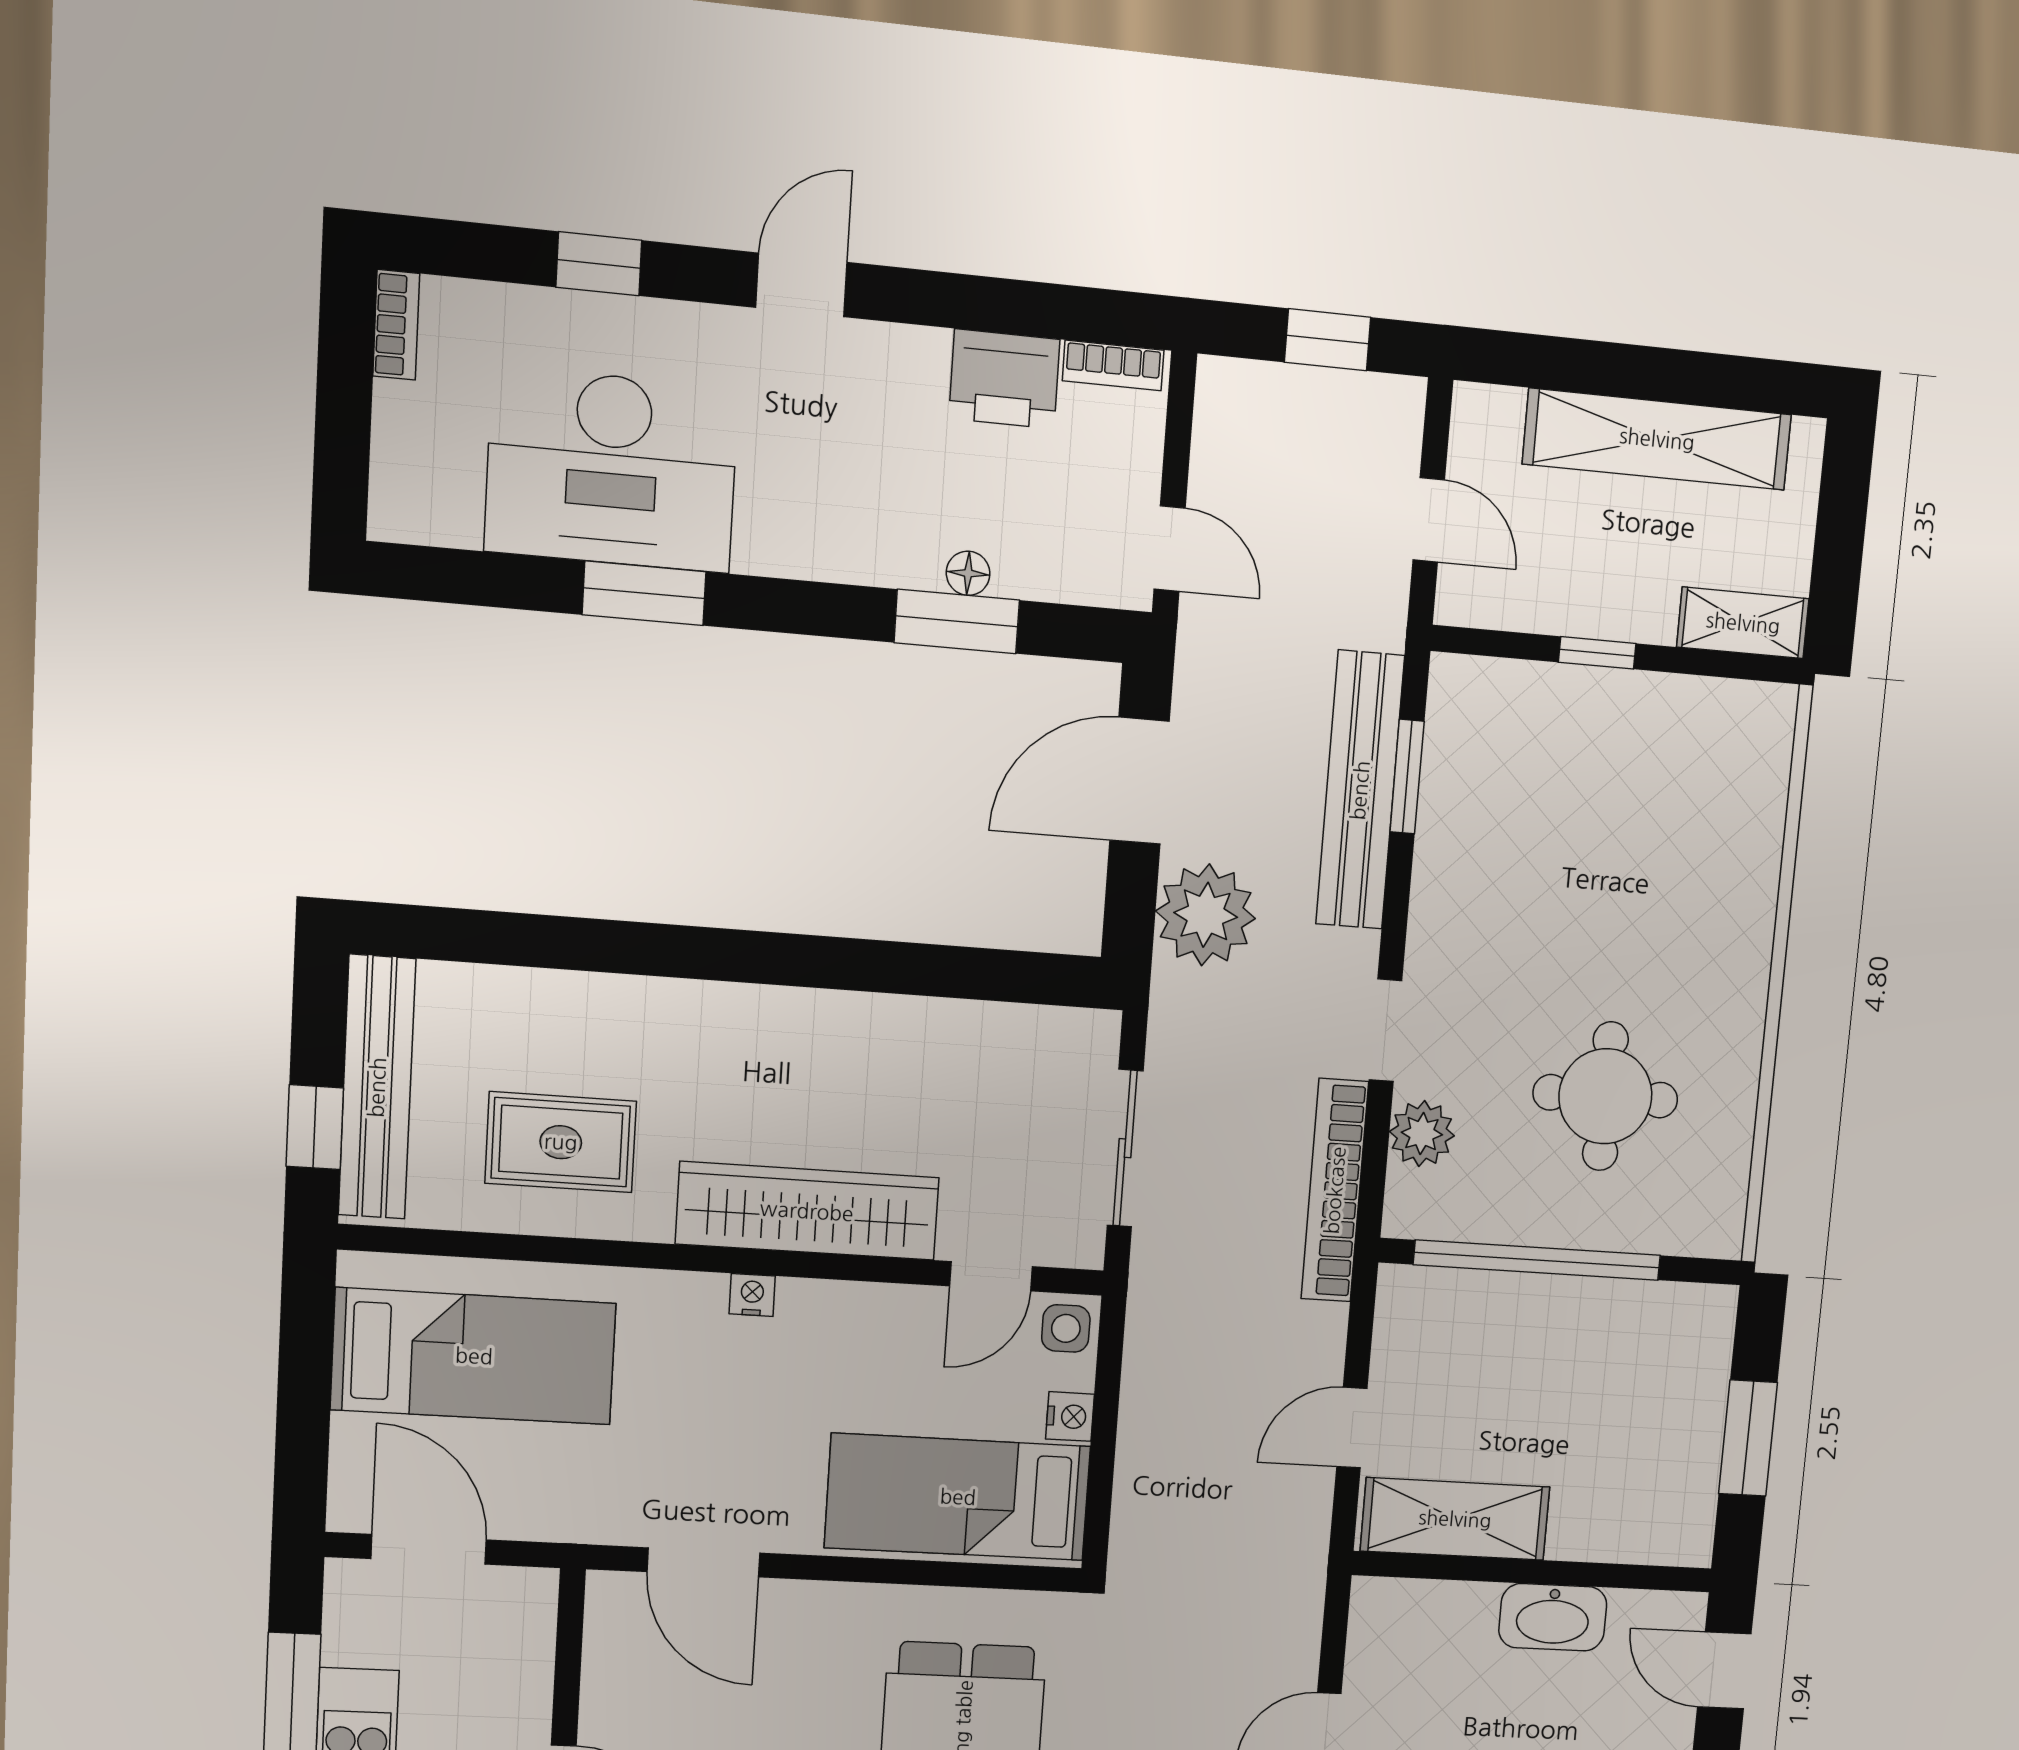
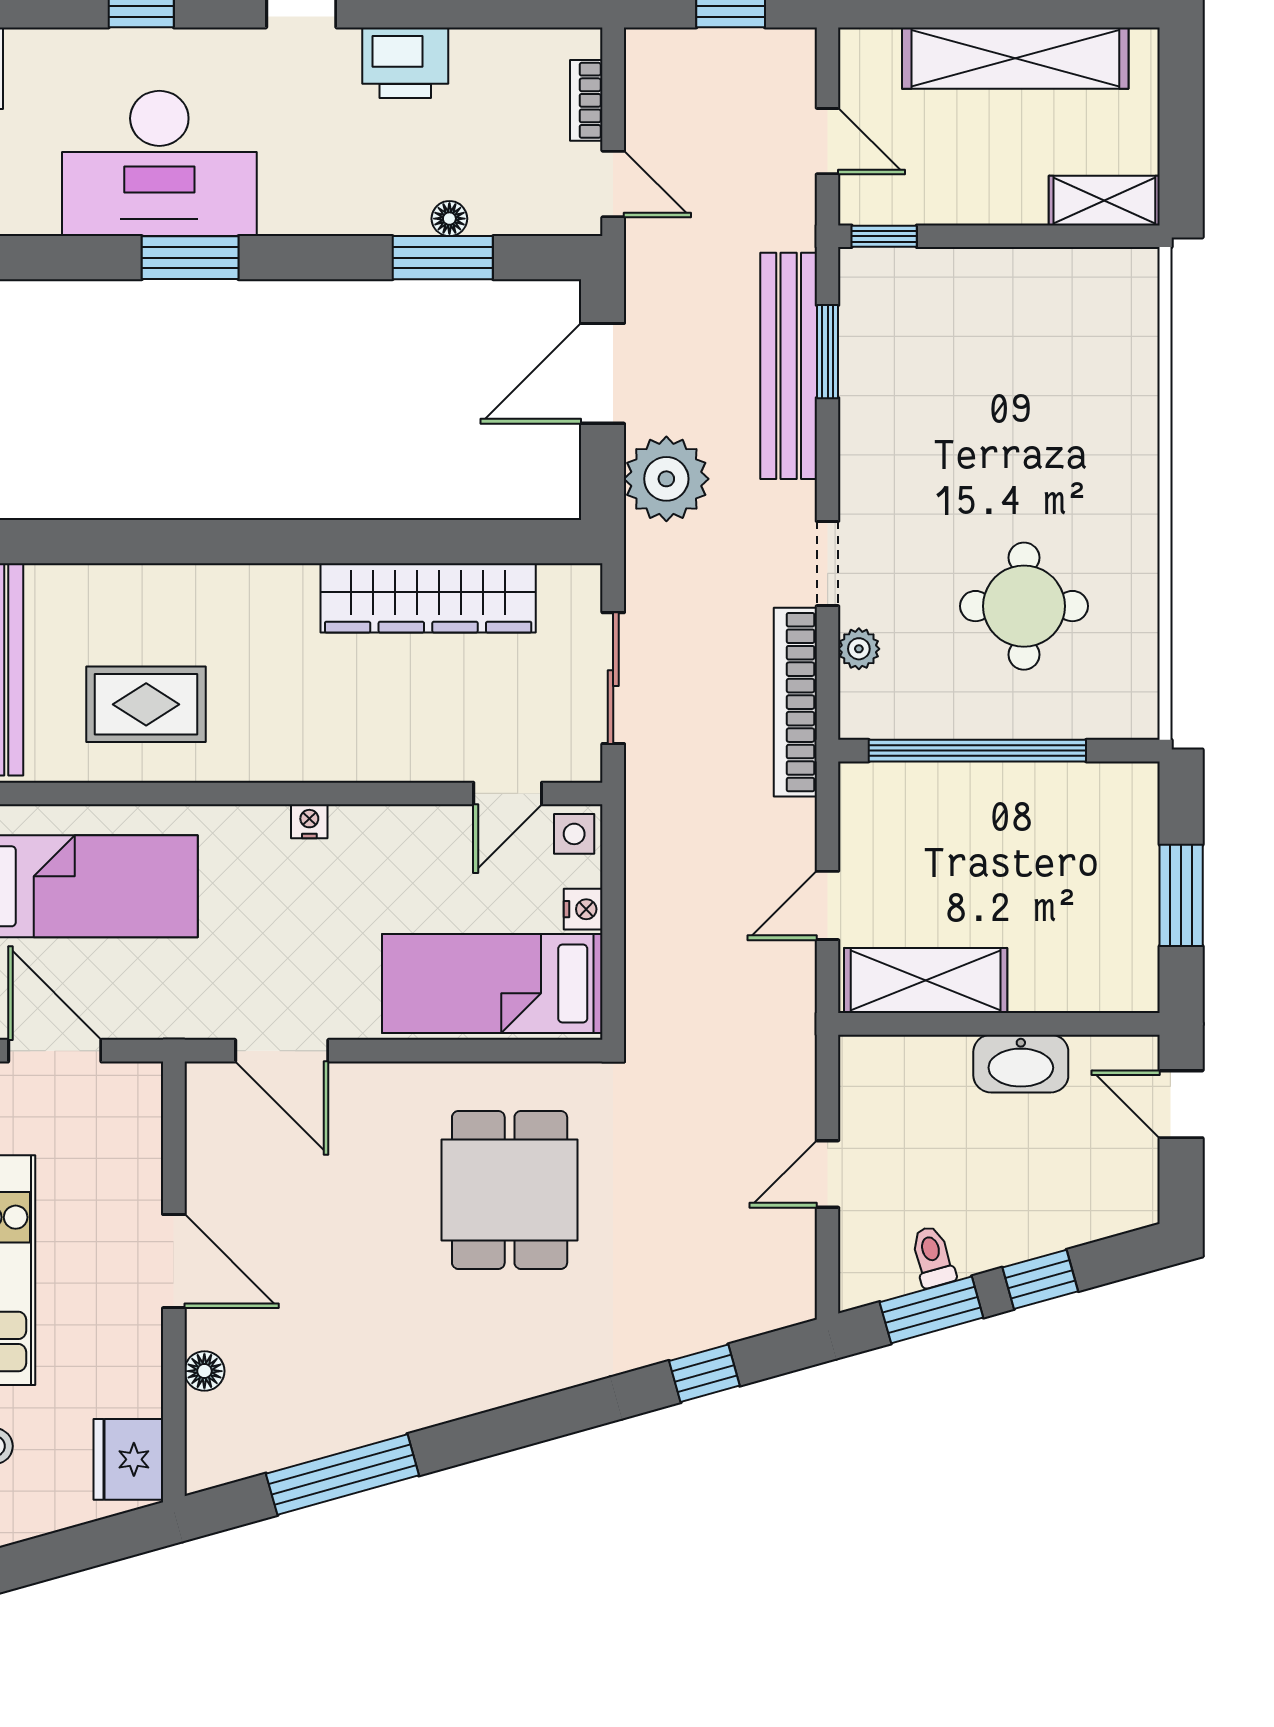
bookcase: (1113, 365) -> (586, 100), moved, turned 90
printer: (1004, 379) -> (405, 63), moved
window: (1597, 653) -> (884, 236), moved
plant: (1422, 1134) -> (859, 649), width x0.73, depth x0.73
wardrobe: (807, 1211) -> (428, 598), moved, turned 180

